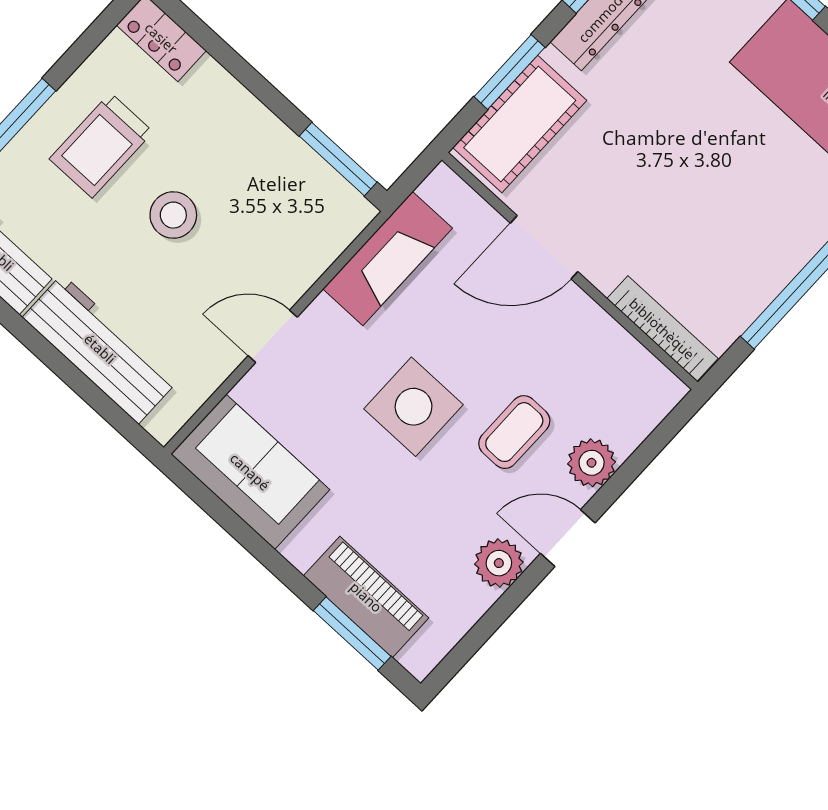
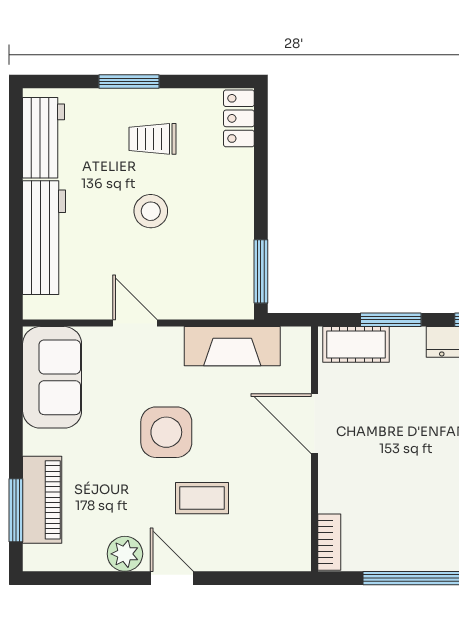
cot: (520, 124) -> (356, 344), width x0.73, depth x0.75
trolley: (101, 145) -> (153, 139), width x0.73, depth x0.72
bookcase: (662, 329) -> (329, 542), width x0.64
plant: (592, 463) -> (223, 554), removed

